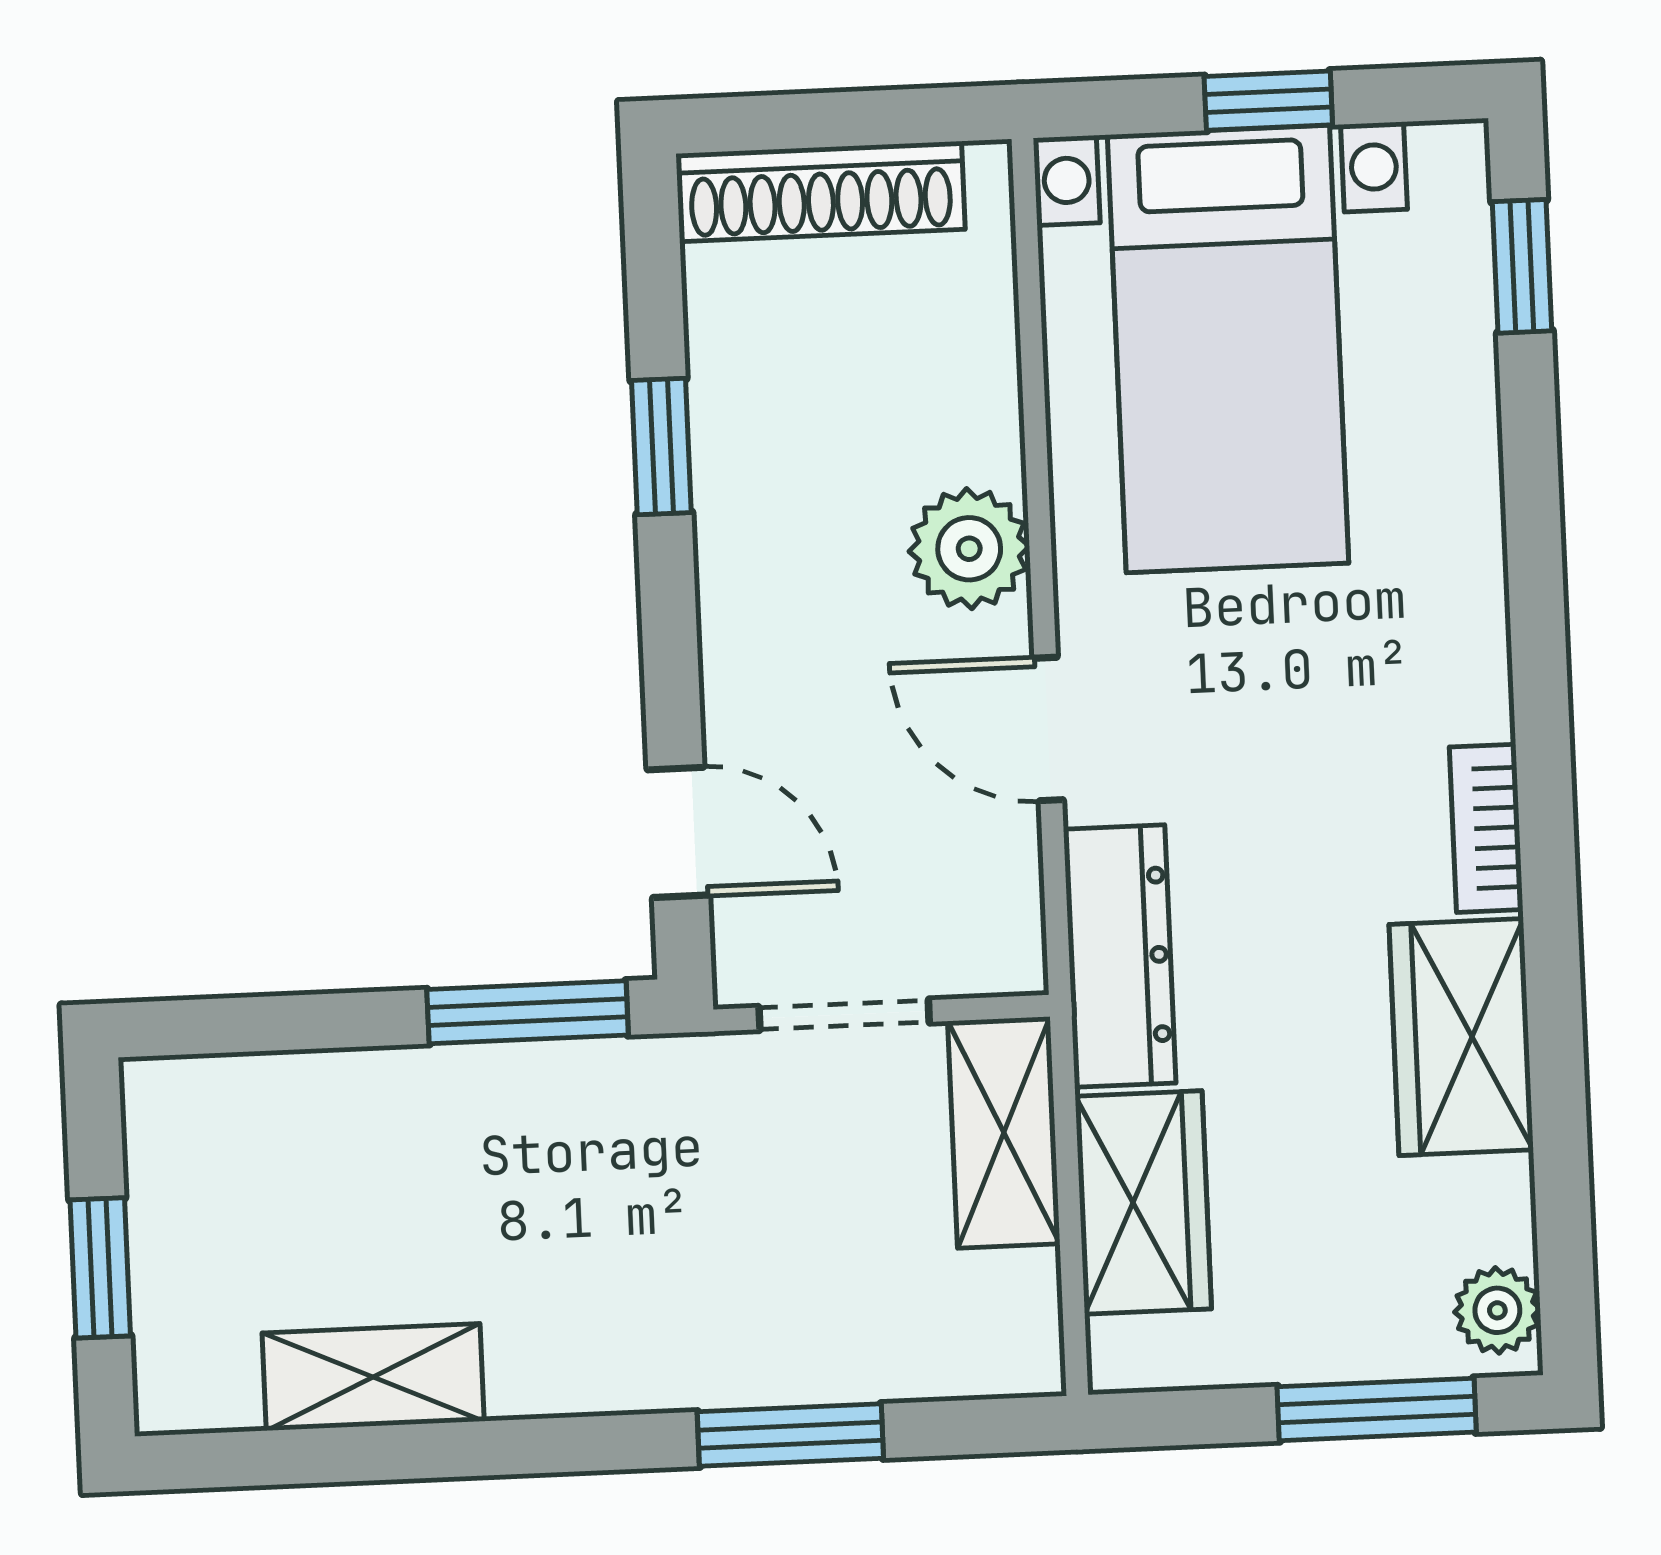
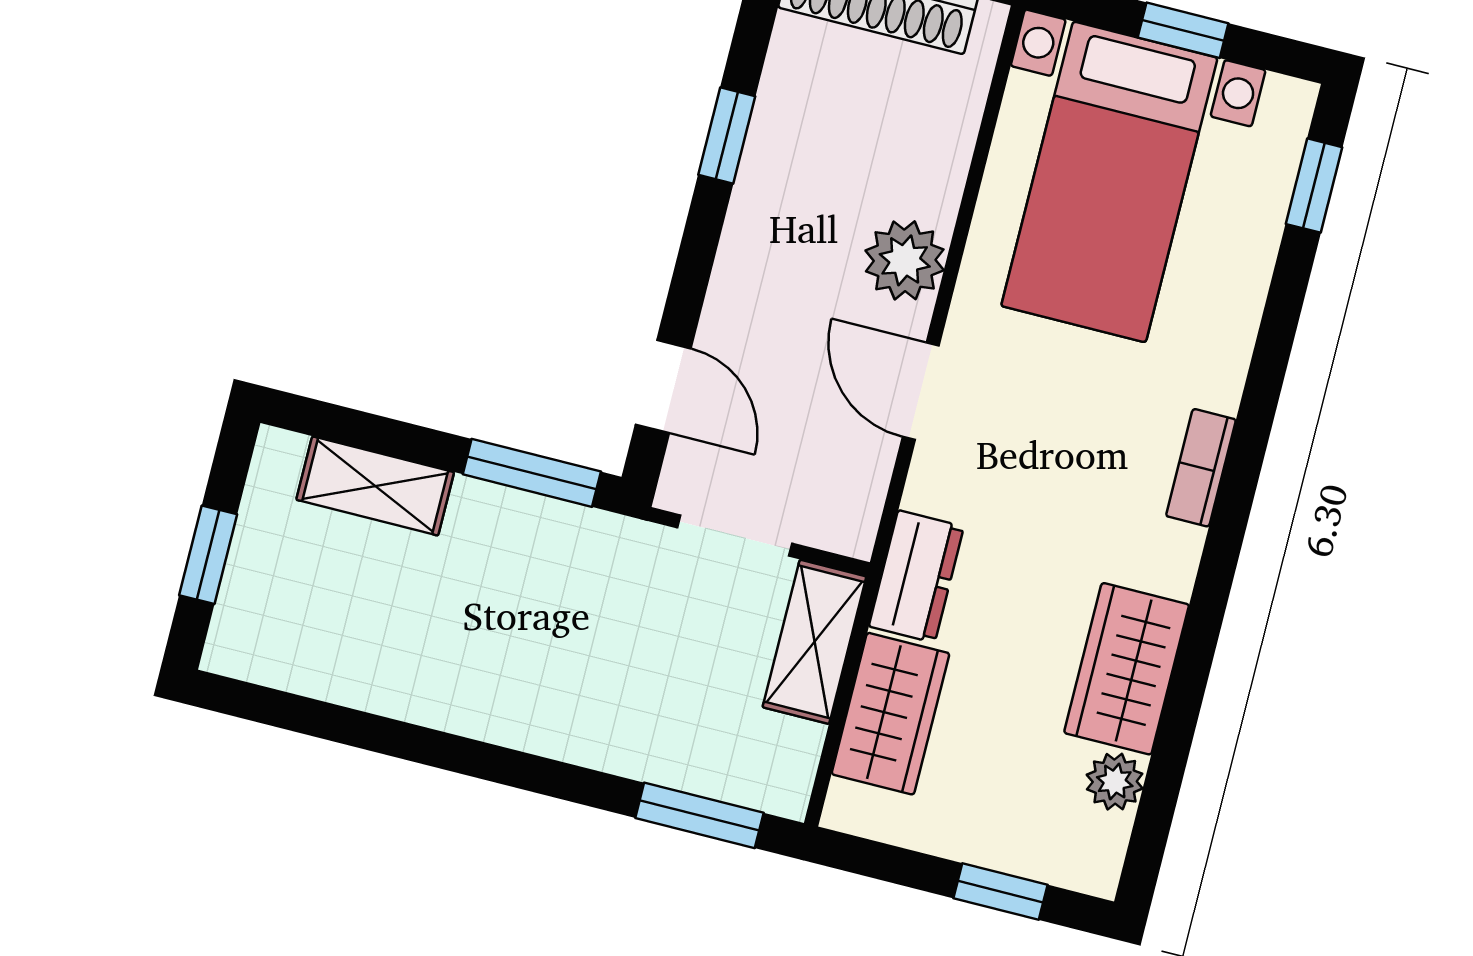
bookcase: (1486, 828) -> (1201, 468), moved
dresser: (1120, 956) -> (916, 576), width x0.70
plant: (1497, 1310) -> (1115, 782), moved
shelving: (373, 1377) -> (375, 486), moved
window: (1377, 1409) -> (1000, 892), width x0.67
window: (790, 1435) -> (699, 815), moved

